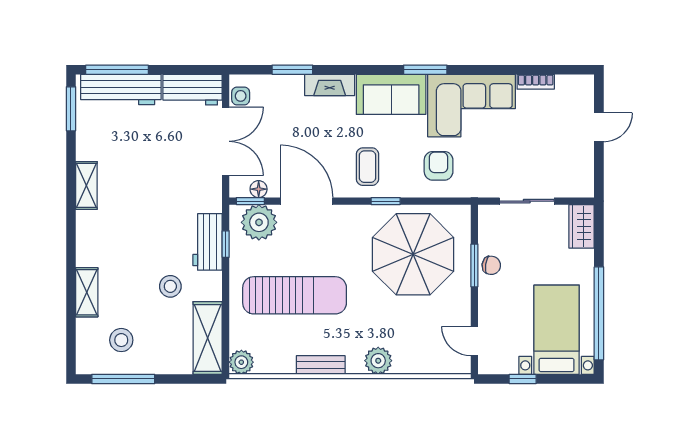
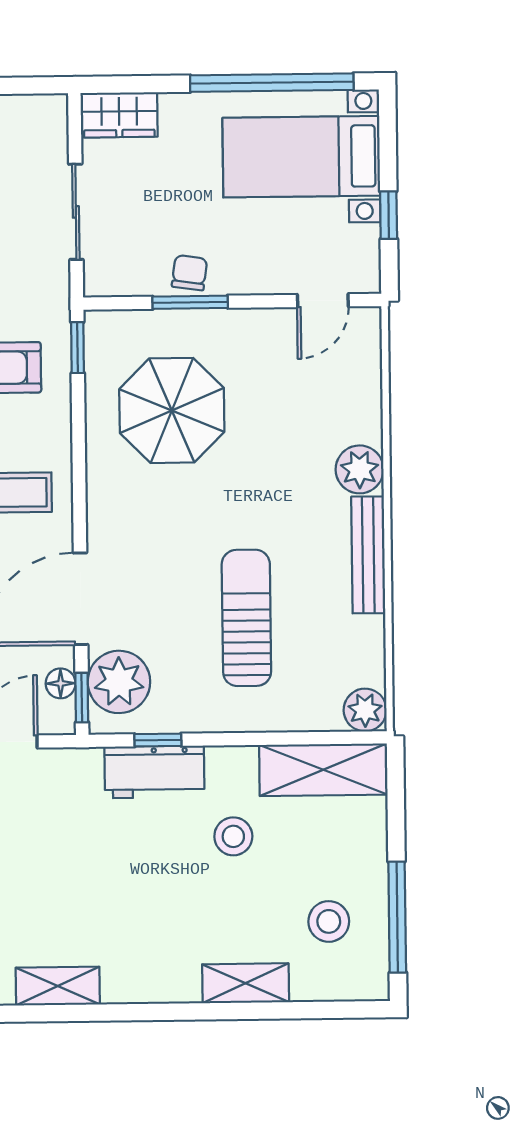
window: (386, 201) -> (78, 348), moved
parasol: (413, 254) -> (172, 410), width x0.73, depth x0.73
sun lounger: (295, 295) -> (246, 618), width x0.73, depth x0.75
bench: (321, 365) -> (368, 555), width x1.36

